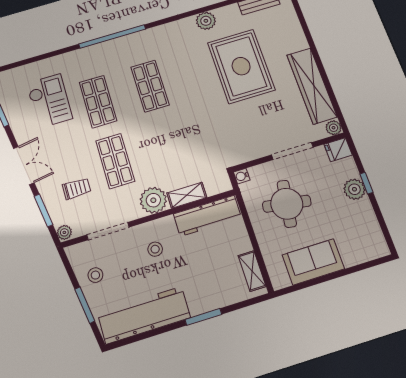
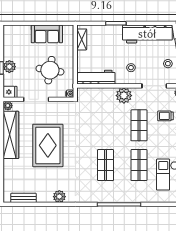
rug: (241, 66) -> (48, 145), moved
shelving: (187, 195) -> (104, 92), removed

